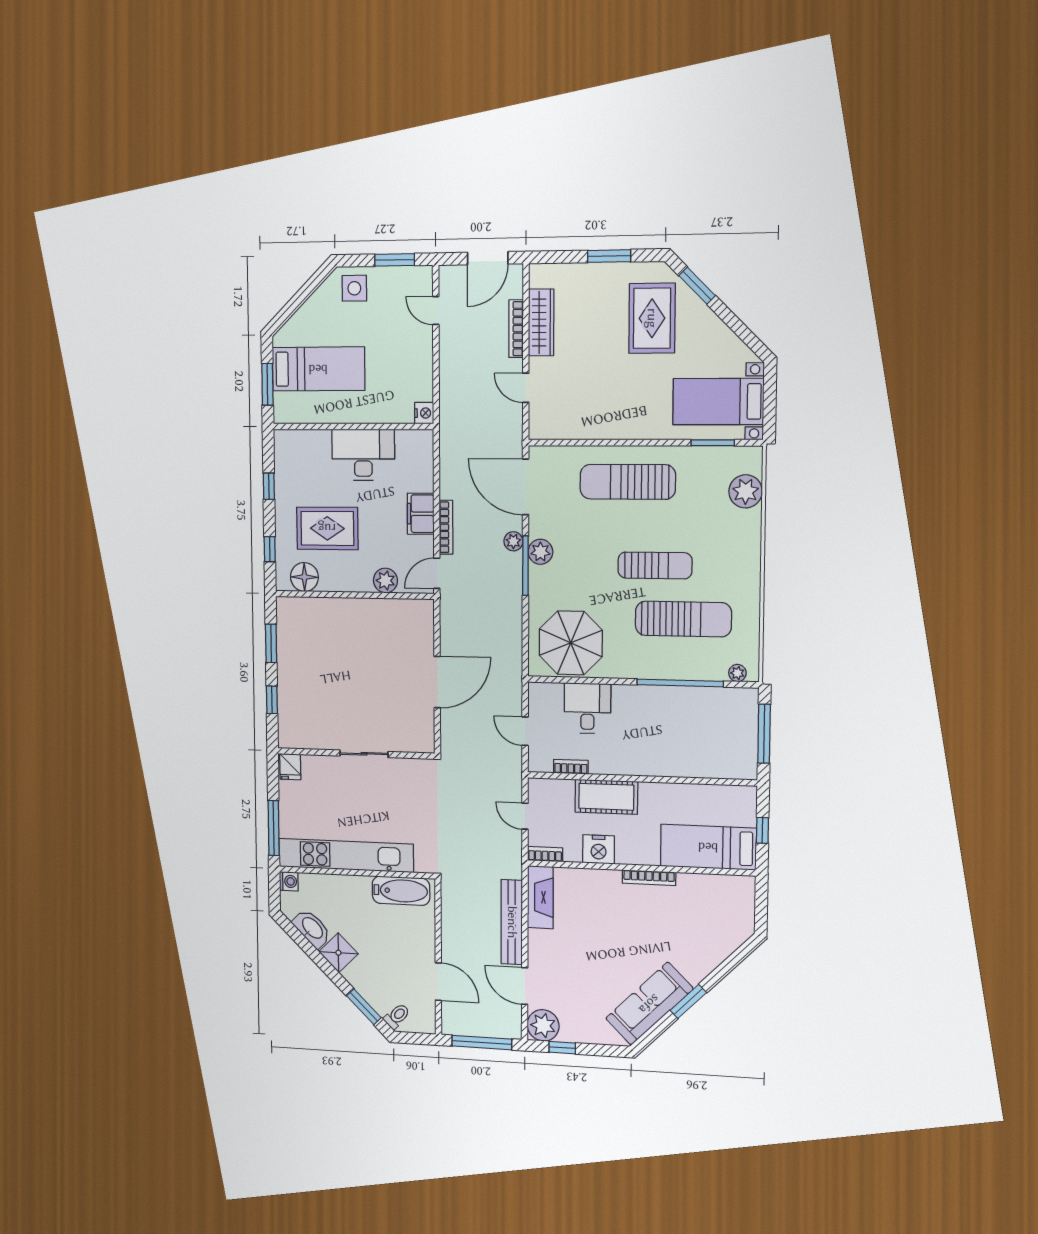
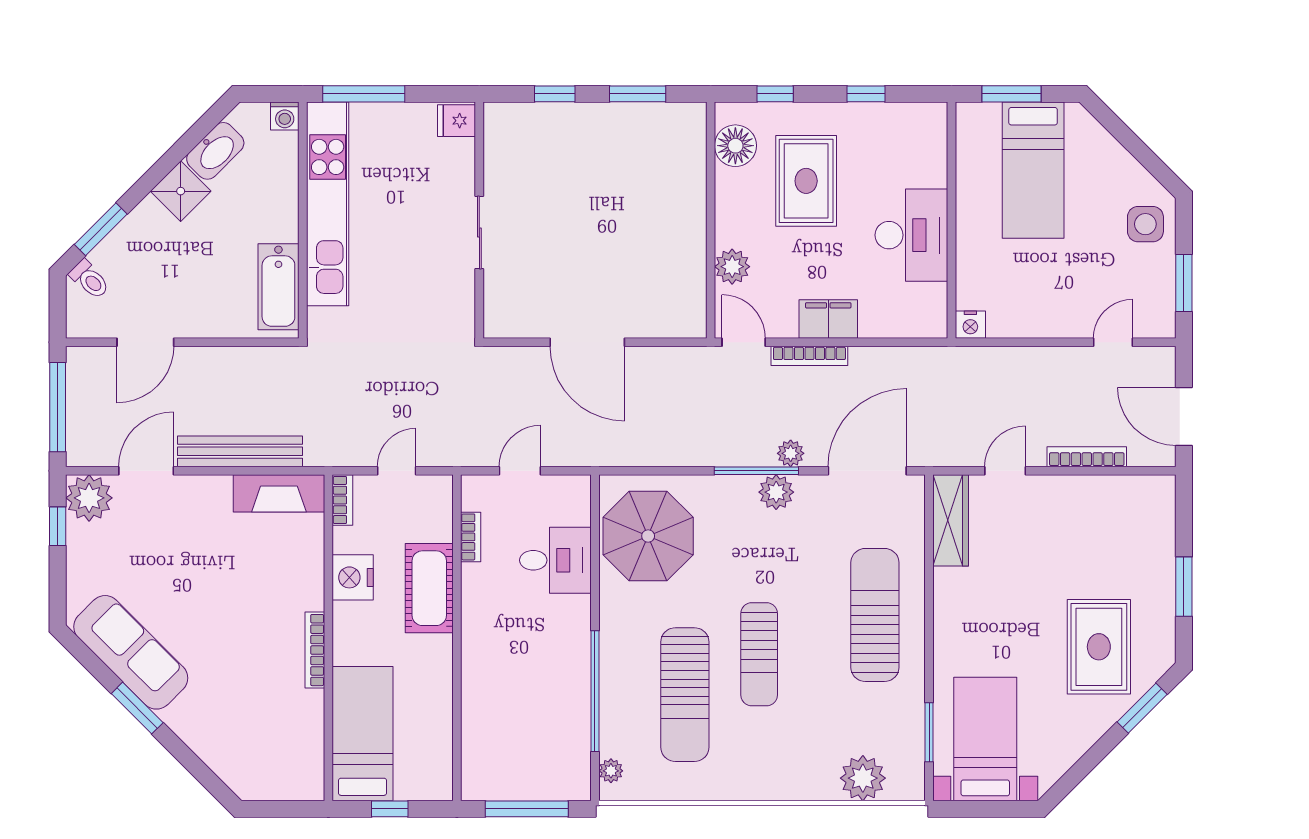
rug: (652, 318) -> (1099, 647), turned 90
wardrobe: (541, 322) -> (951, 520), moved, turned -90

